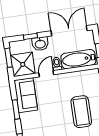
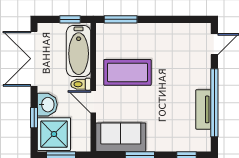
shower: (23, 64) -> (54, 134), moved
coffee table: (81, 112) -> (127, 72), moved

